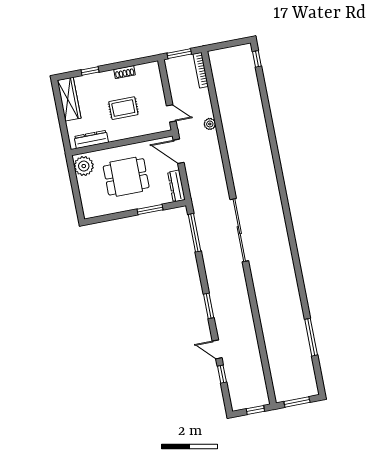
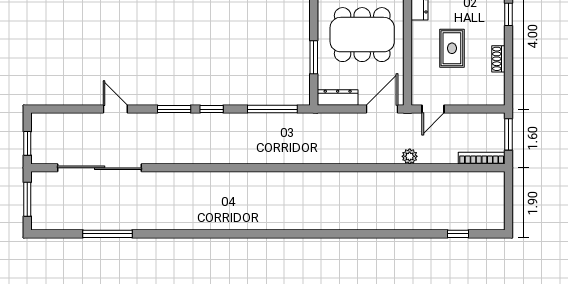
window: (257, 59) -> (458, 234), moved
dining table: (126, 177) -> (362, 35), width x1.38
sliding door: (239, 230) -> (100, 168), moved
door: (217, 349) -> (115, 109), hinge flipped
window: (222, 374) -> (212, 109), moved

